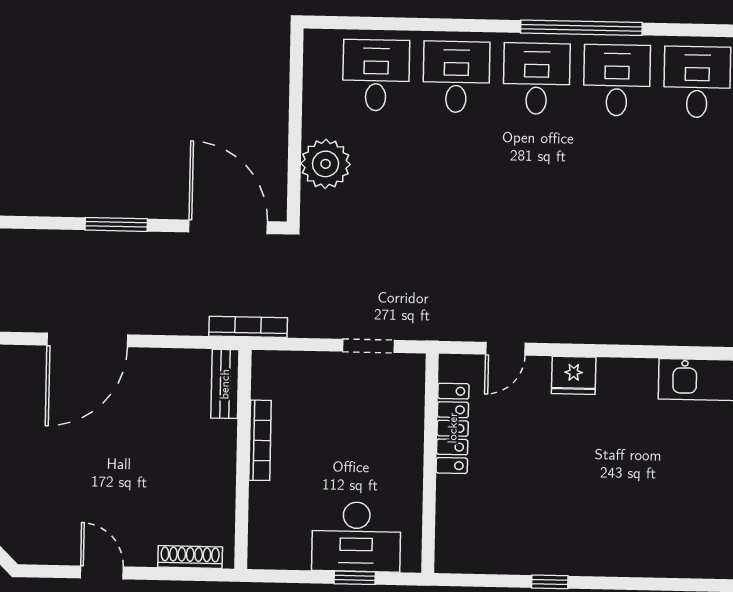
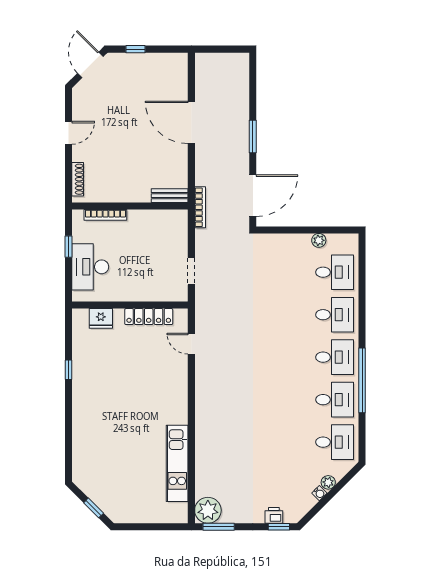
plant: (326, 164) -> (319, 240), moved, width x0.53, depth x0.53
fridge: (574, 375) -> (101, 318), moved, turned -90
bookcase: (260, 440) -> (105, 215), moved
window: (355, 578) -> (69, 247), moved

